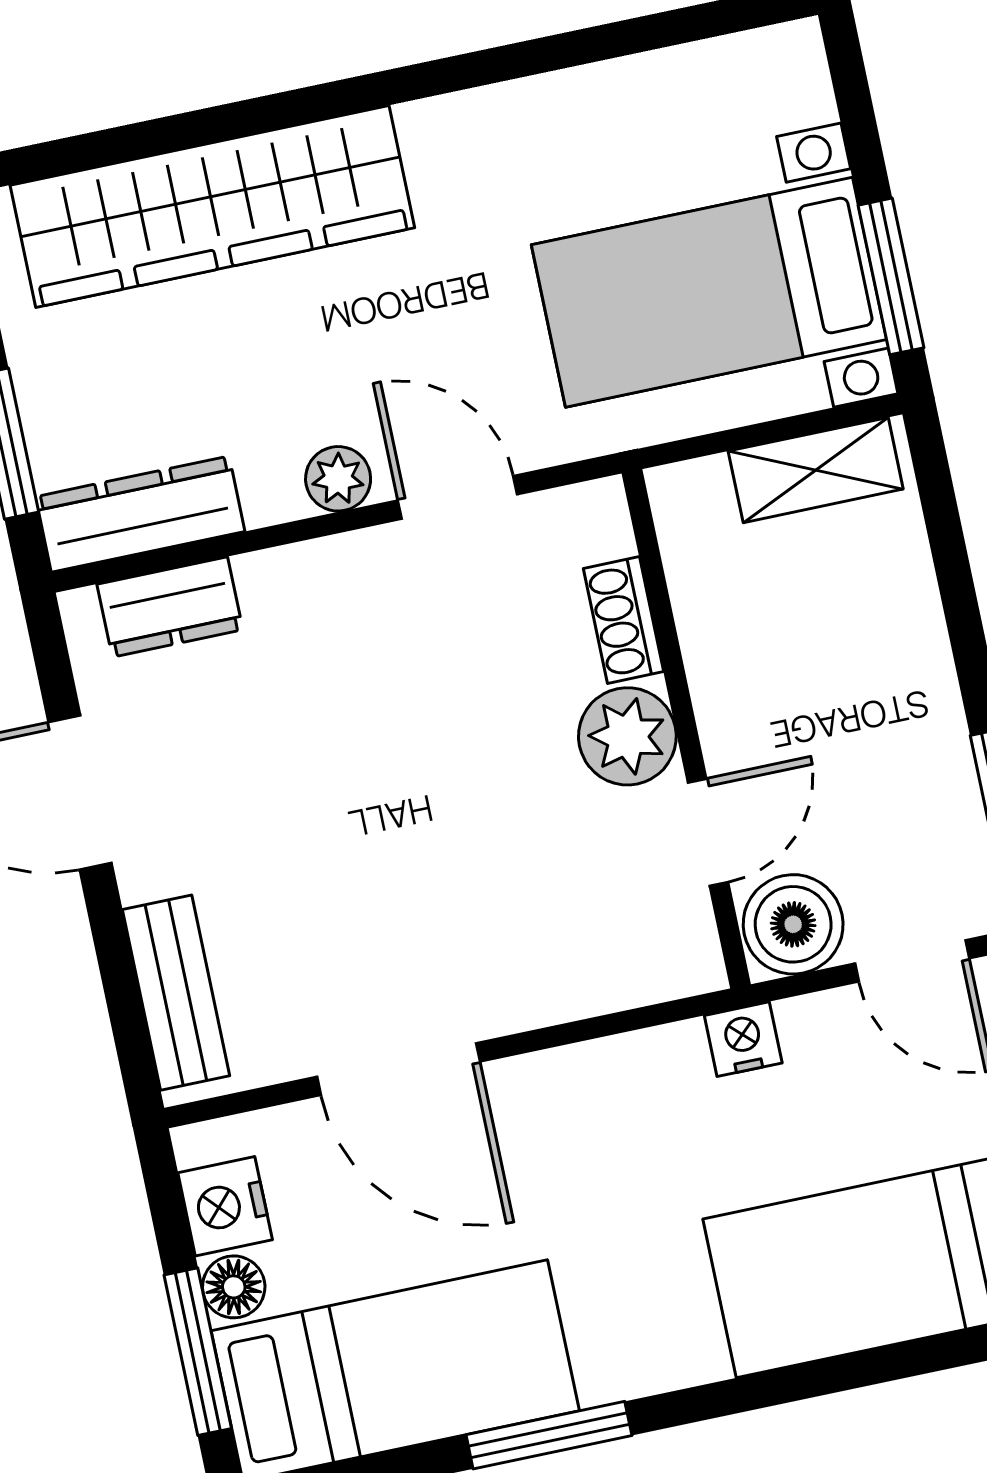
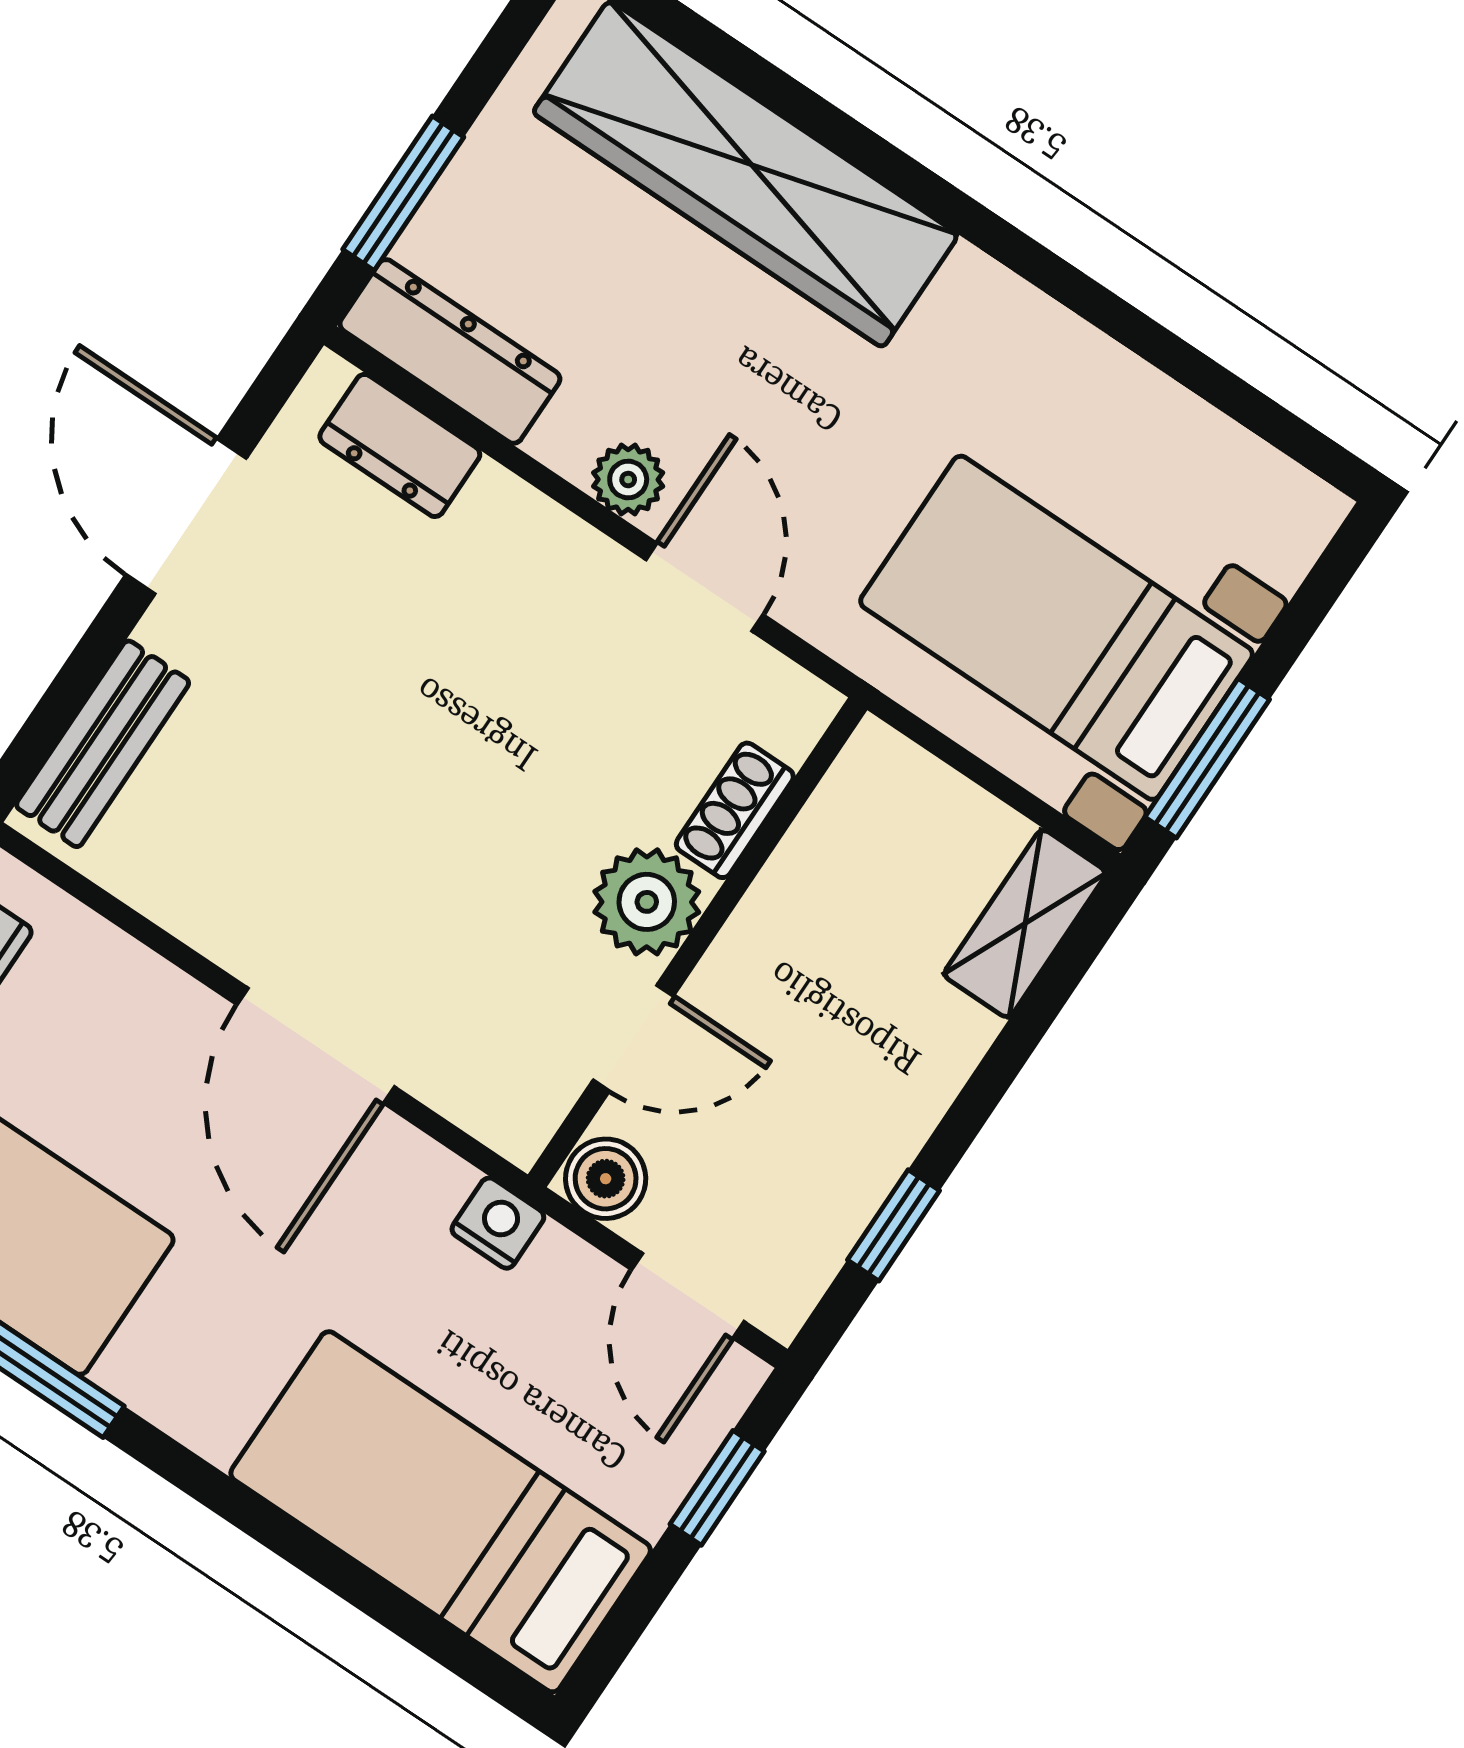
shelving: (816, 470) -> (1025, 924), moved, turned 90
boiler: (793, 924) -> (606, 1179), width x0.73, depth x0.73
door: (398, 1069) -> (316, 1046), moved

